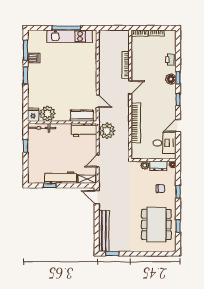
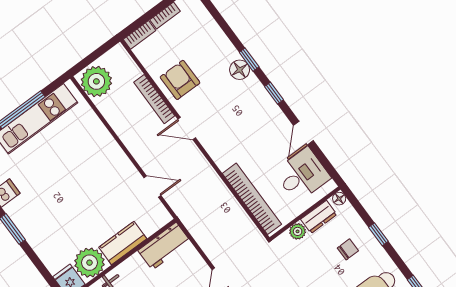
printer: (171, 60) -> (218, 40), removed
armchair: (143, 65) -> (180, 80), added
door: (130, 87) -> (187, 128), swing flipped
kitchen counter: (82, 116) -> (123, 243), moved
bookcase: (136, 123) -> (252, 199), moved
plant: (107, 131) -> (96, 81), moved

